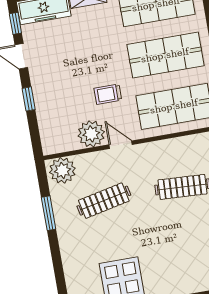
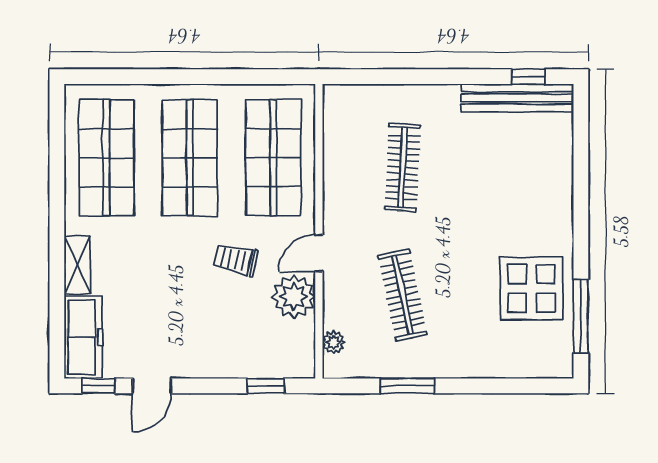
trolley: (108, 94) -> (236, 260), turned 102
window: (29, 99) -> (266, 386), moved
plant: (62, 170) -> (334, 342), width x0.53, depth x0.53

